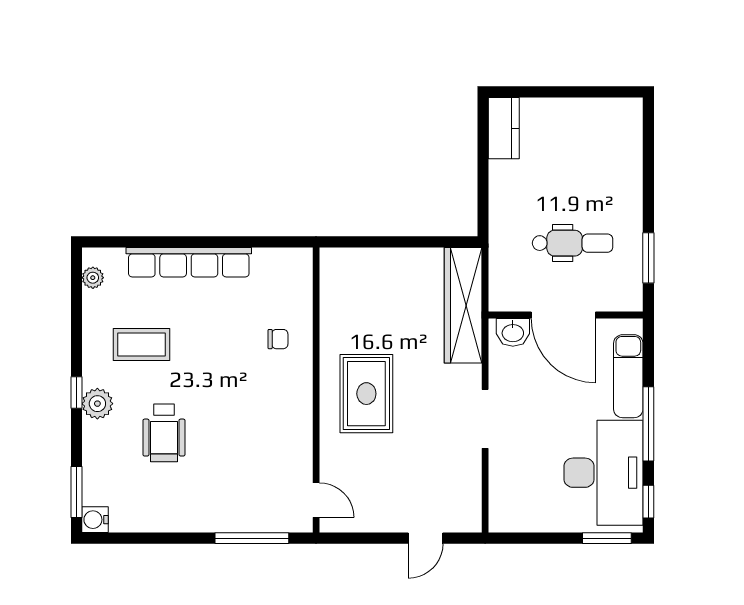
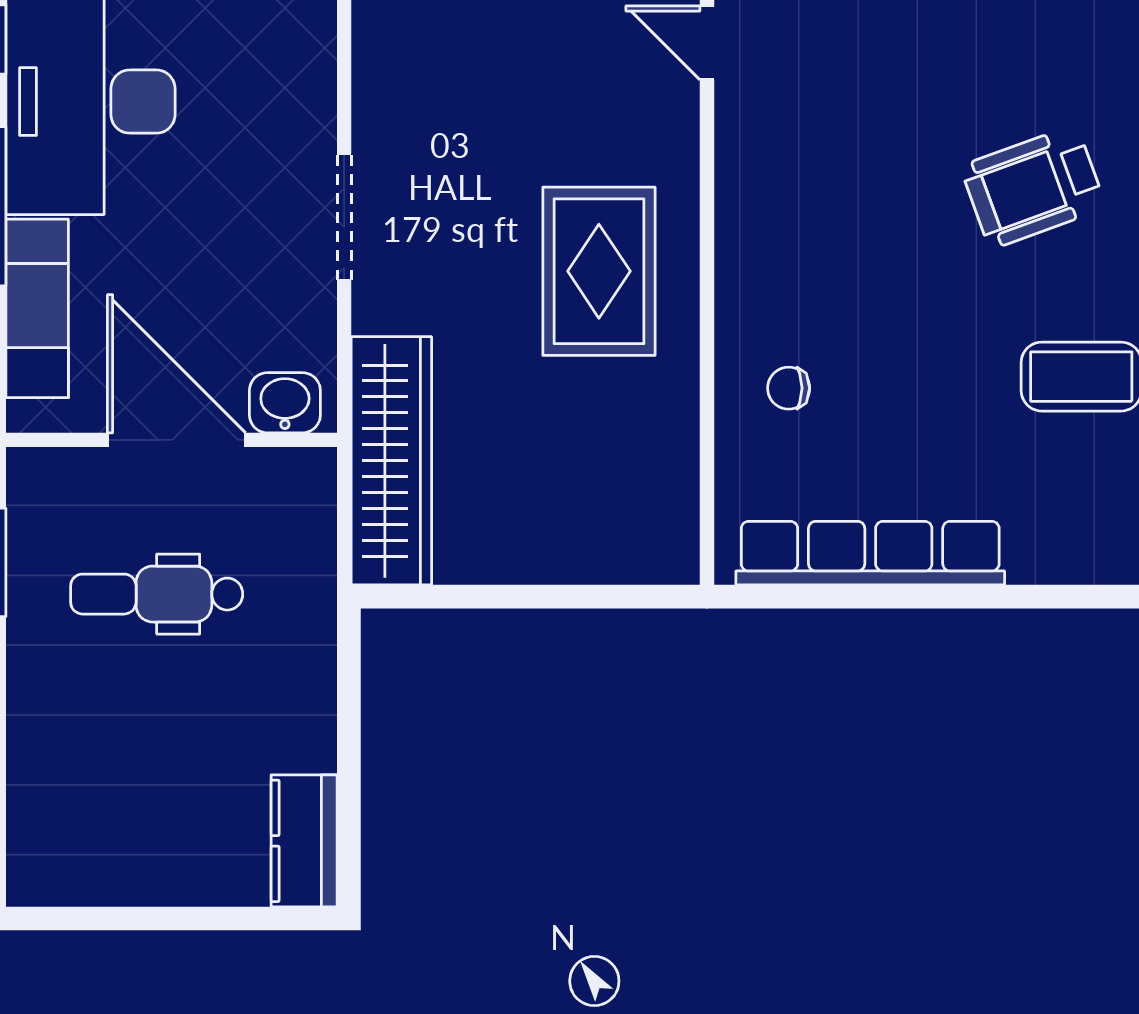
row of seats: (189, 262) -> (870, 553), moved
wheelchair: (164, 433) -> (1033, 187), turned -110

